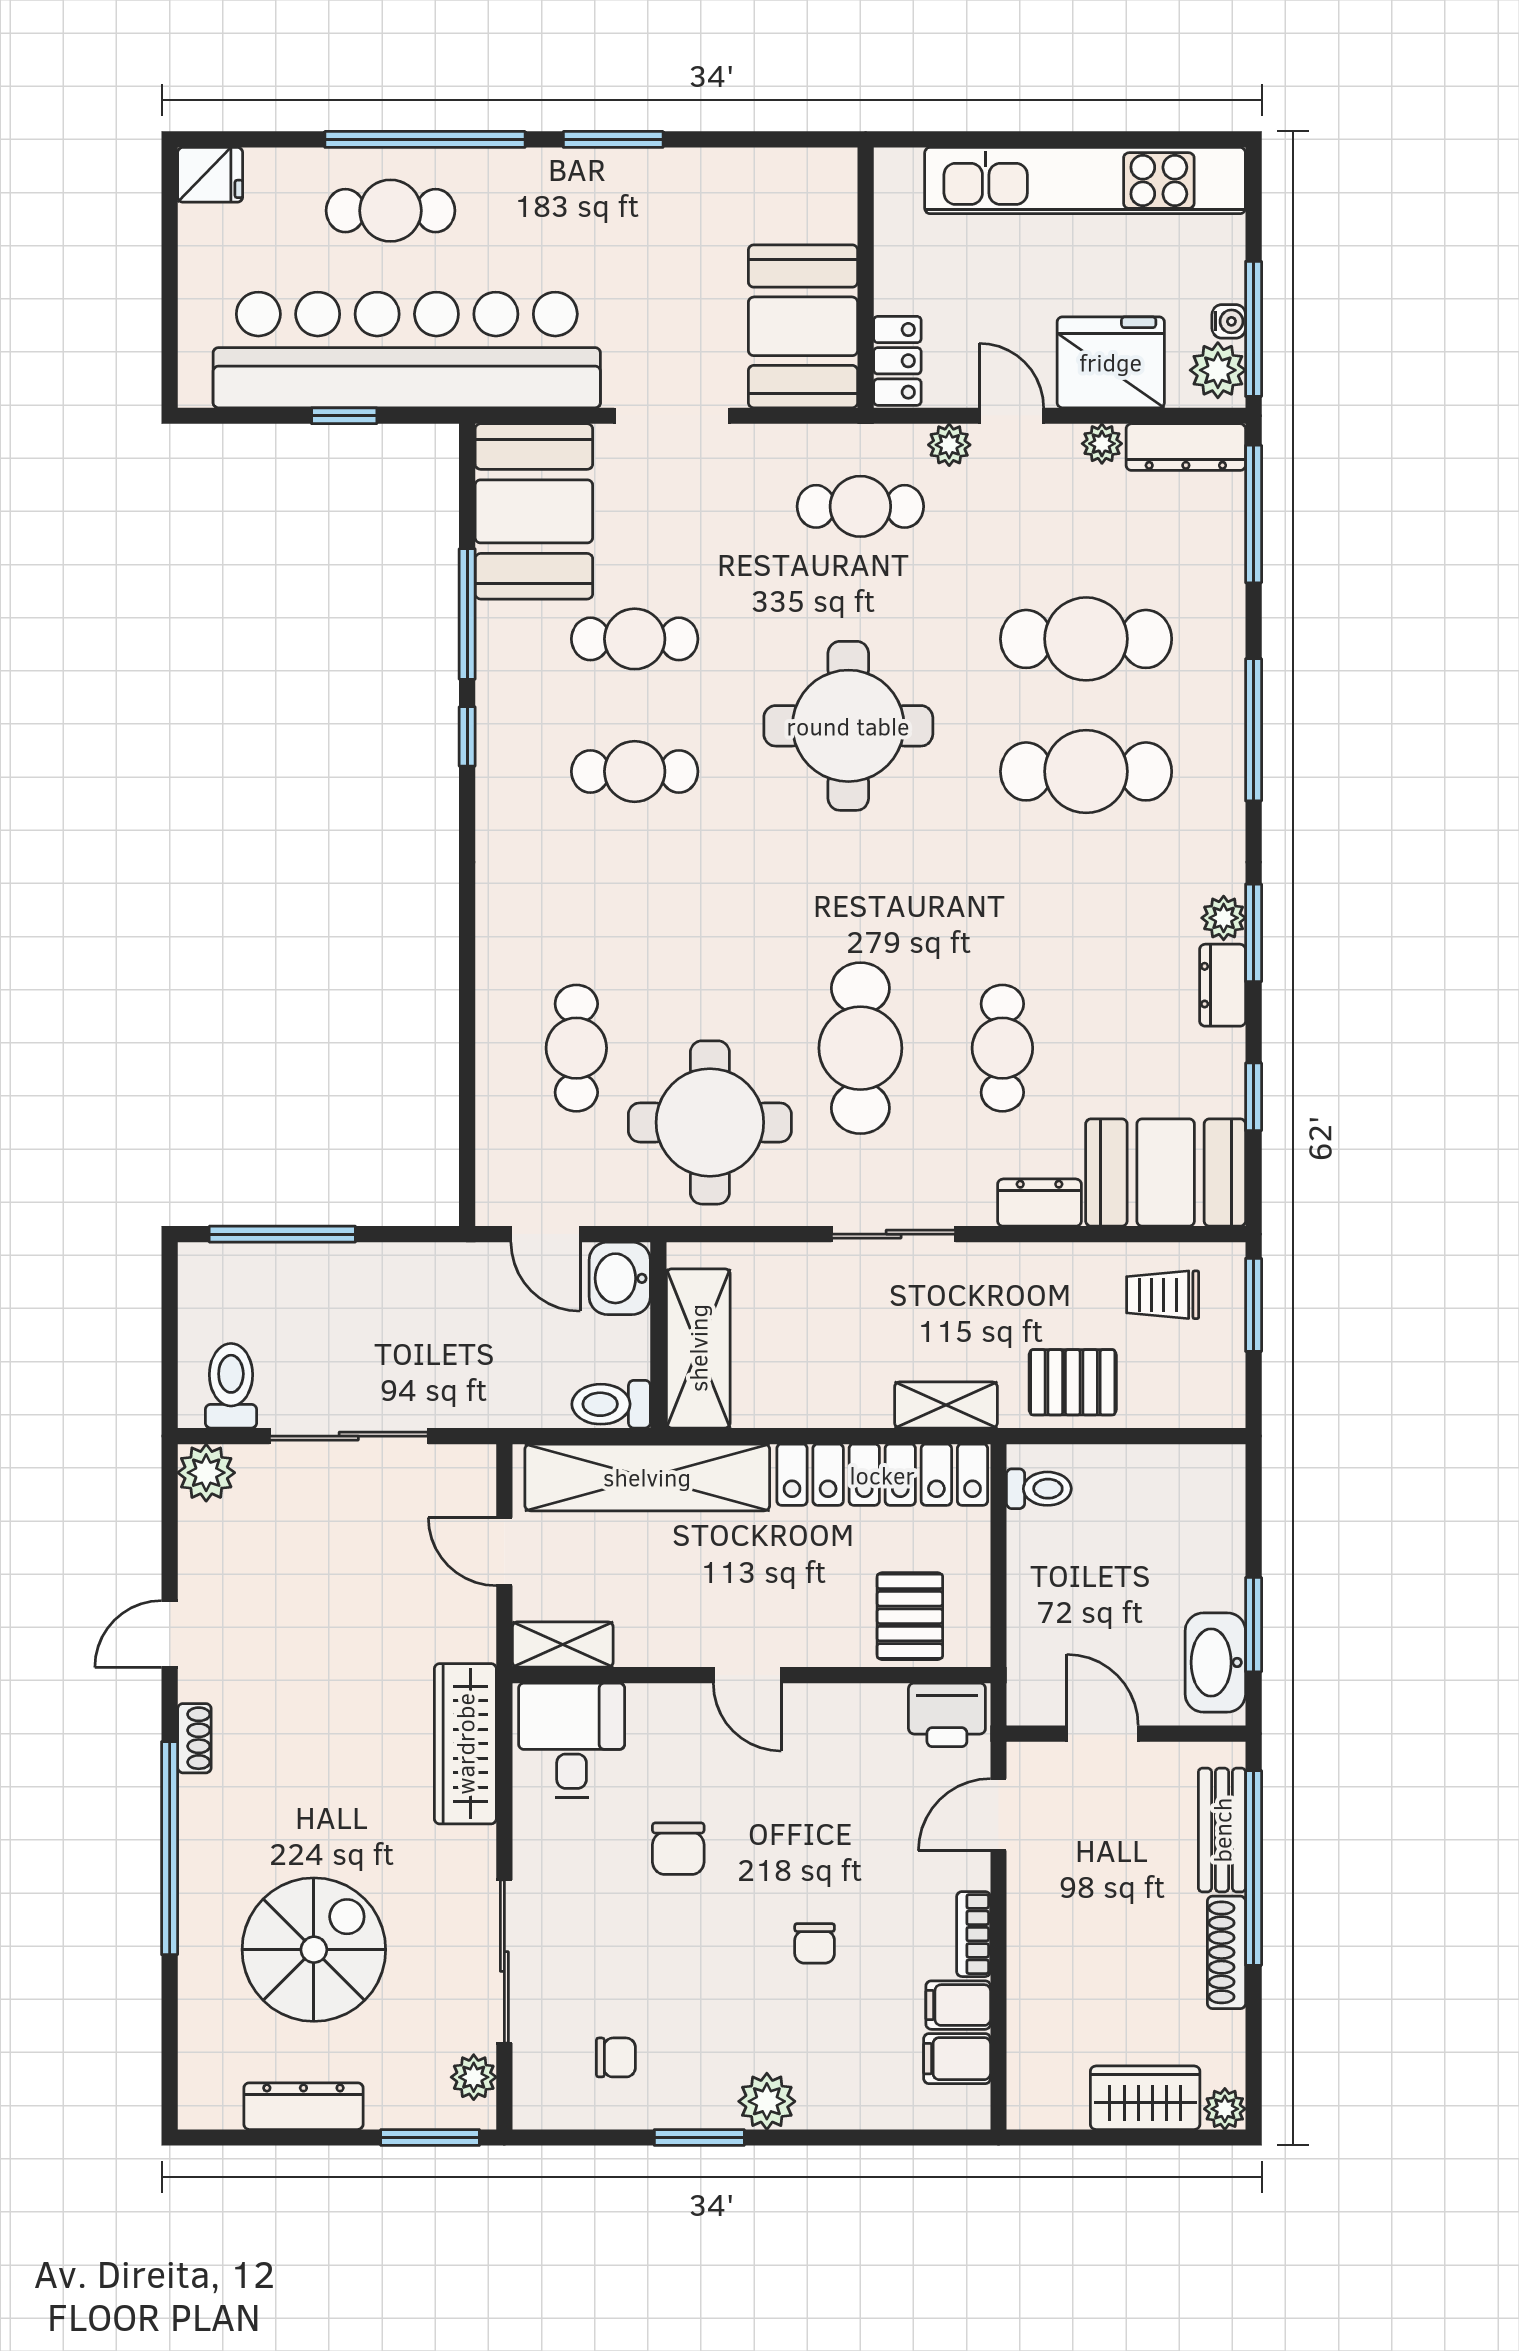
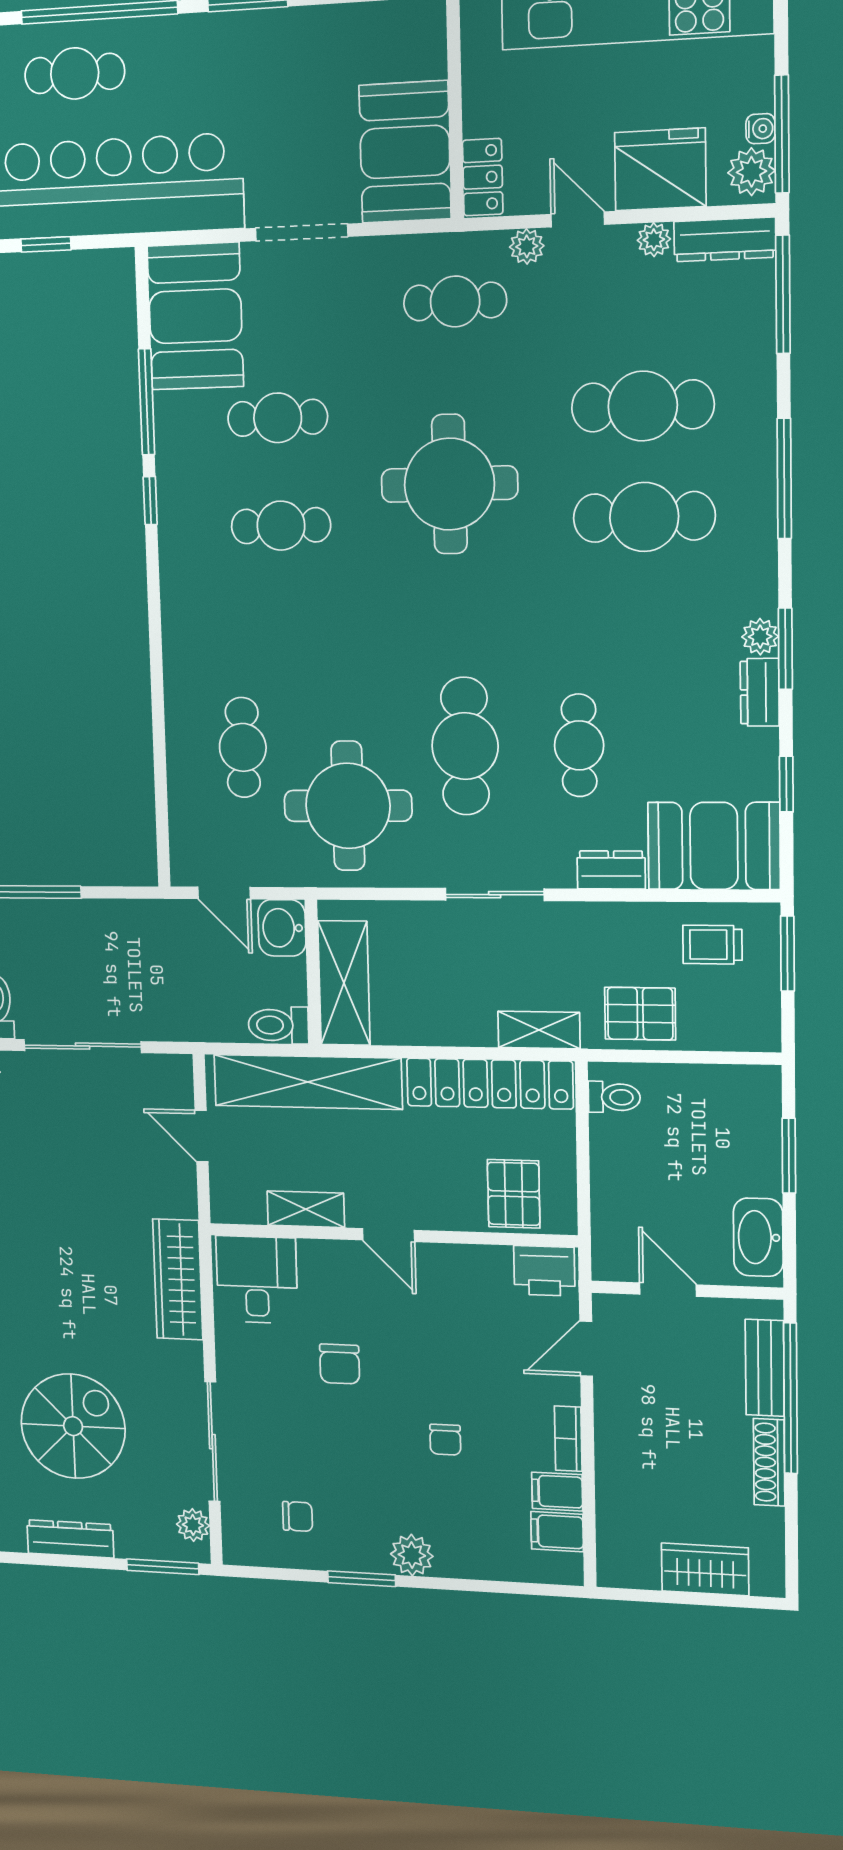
window: (1254, 1625) -> (789, 1156), moved
shelving: (563, 1644) -> (306, 1209), moved
plant: (1225, 2109) -> (769, 1582), removed

